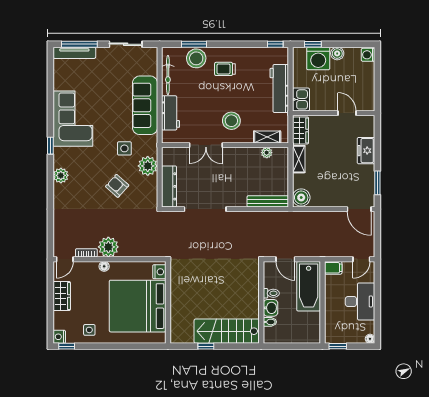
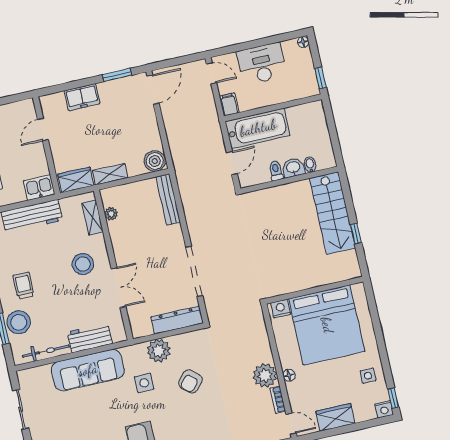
trolley: (225, 69) -> (23, 286), turned 180

